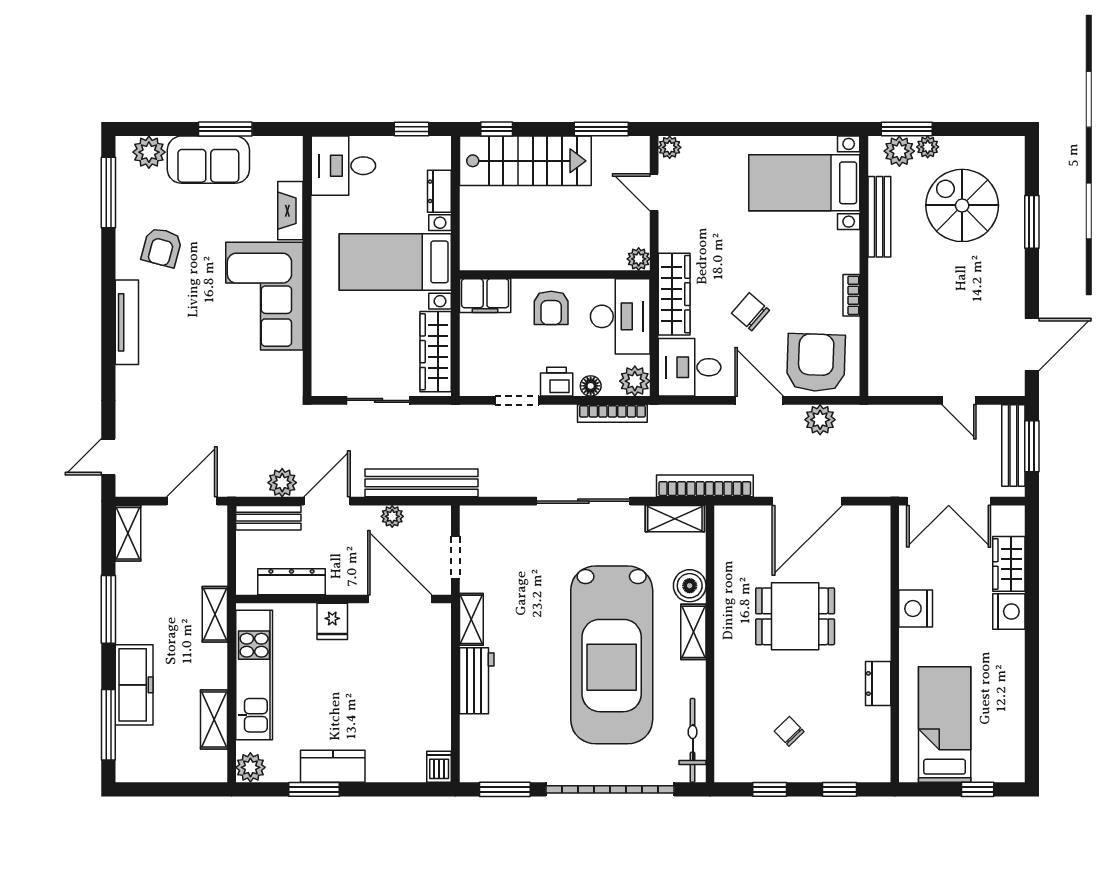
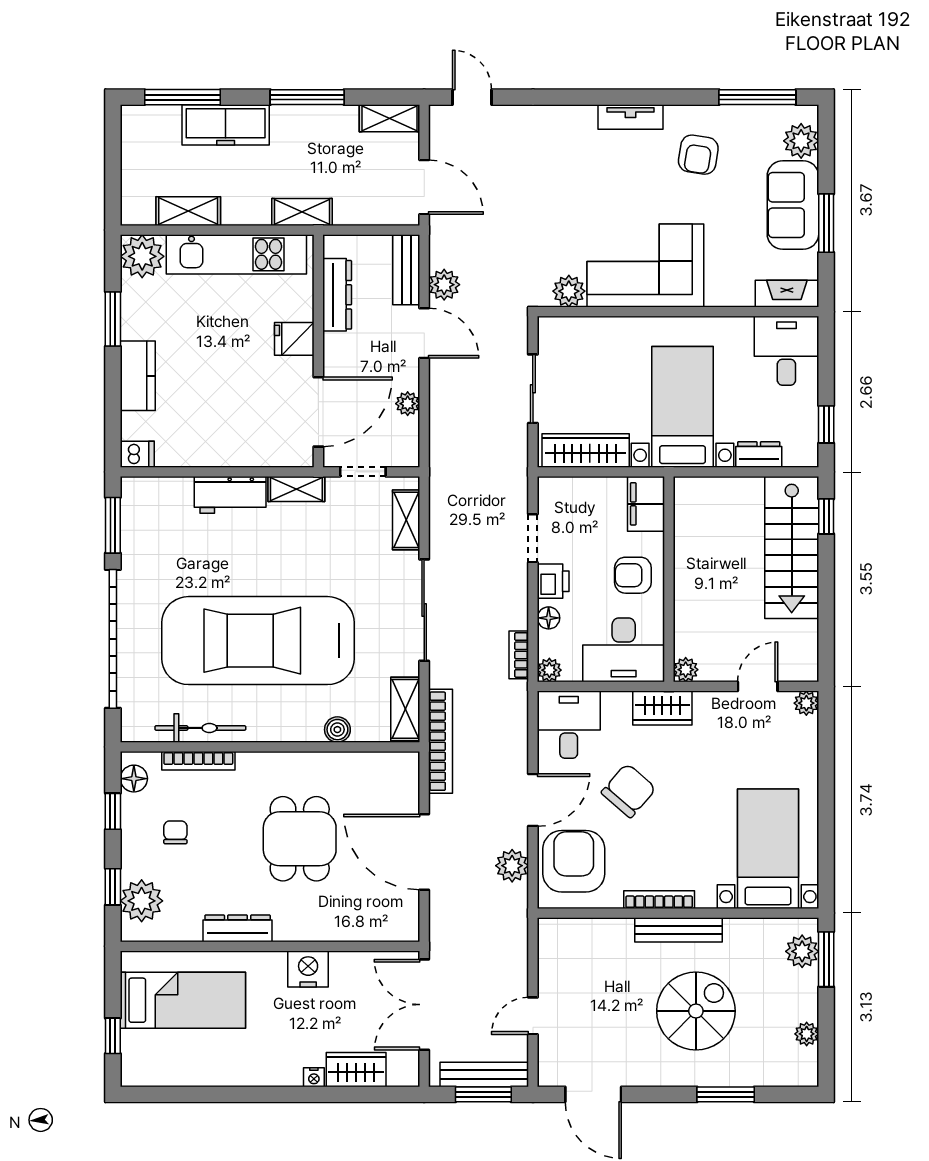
window: (601, 129) -> (826, 629), removed
plant: (928, 147) -> (807, 1034), moved
spiral stairs: (962, 205) -> (696, 1011), moved
fireplace: (290, 211) -> (787, 294), moved
bench: (879, 217) -> (678, 930), moved
armchair: (162, 247) -> (698, 155), turned -96
wardrobe: (674, 294) -> (662, 708), width x0.67
bookcase: (851, 295) -> (659, 900), width x1.56
chair: (750, 312) -> (629, 791), width x1.37, depth x1.37
tv unit: (127, 322) -> (631, 117), width x0.71
armchair: (816, 363) -> (574, 861), turned -92
plant: (288, 367) -> (569, 291), added
plant: (635, 381) -> (549, 670), width x0.73, depth x0.73
bookcase: (612, 413) -> (519, 655), width x0.64
bench: (421, 483) -> (444, 435), removed
boiler: (690, 586) -> (337, 730), width x0.73, depth x0.73
nightstand: (1009, 612) -> (314, 1077), width x0.53, depth x0.56
shelving: (693, 632) -> (406, 520), moved, turned 90
dresser: (878, 684) -> (238, 928), width x1.44
bookcase: (723, 710) -> (198, 761), added
chair: (789, 731) -> (175, 832), turned -46
bicycle: (693, 740) -> (200, 728), moved
plant: (853, 763) -> (142, 901), added
kitchen counter: (333, 766) -> (138, 376), moved
plant: (250, 767) -> (142, 256), width x1.36, depth x1.36
floor lamp: (739, 770) -> (134, 779), added

